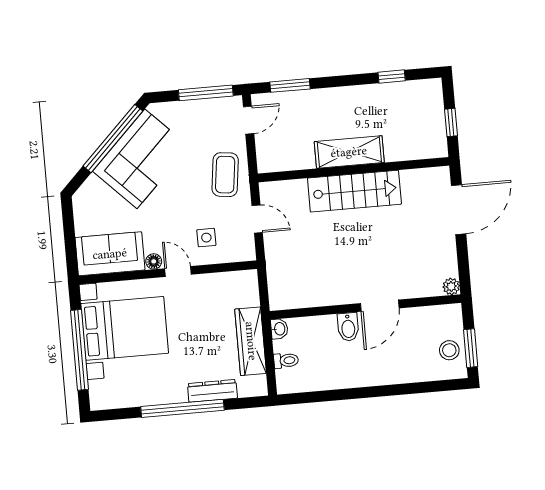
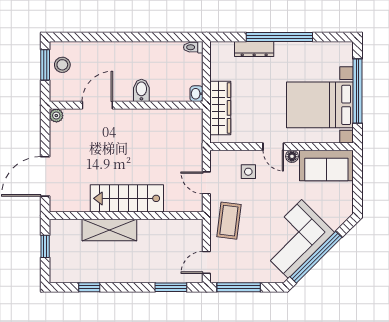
shelving: (349, 152) -> (109, 230), moved
door: (380, 306) -> (97, 105), moved
wardrobe: (251, 341) -> (220, 108), moved
toilet: (286, 361) -> (193, 47), moved

